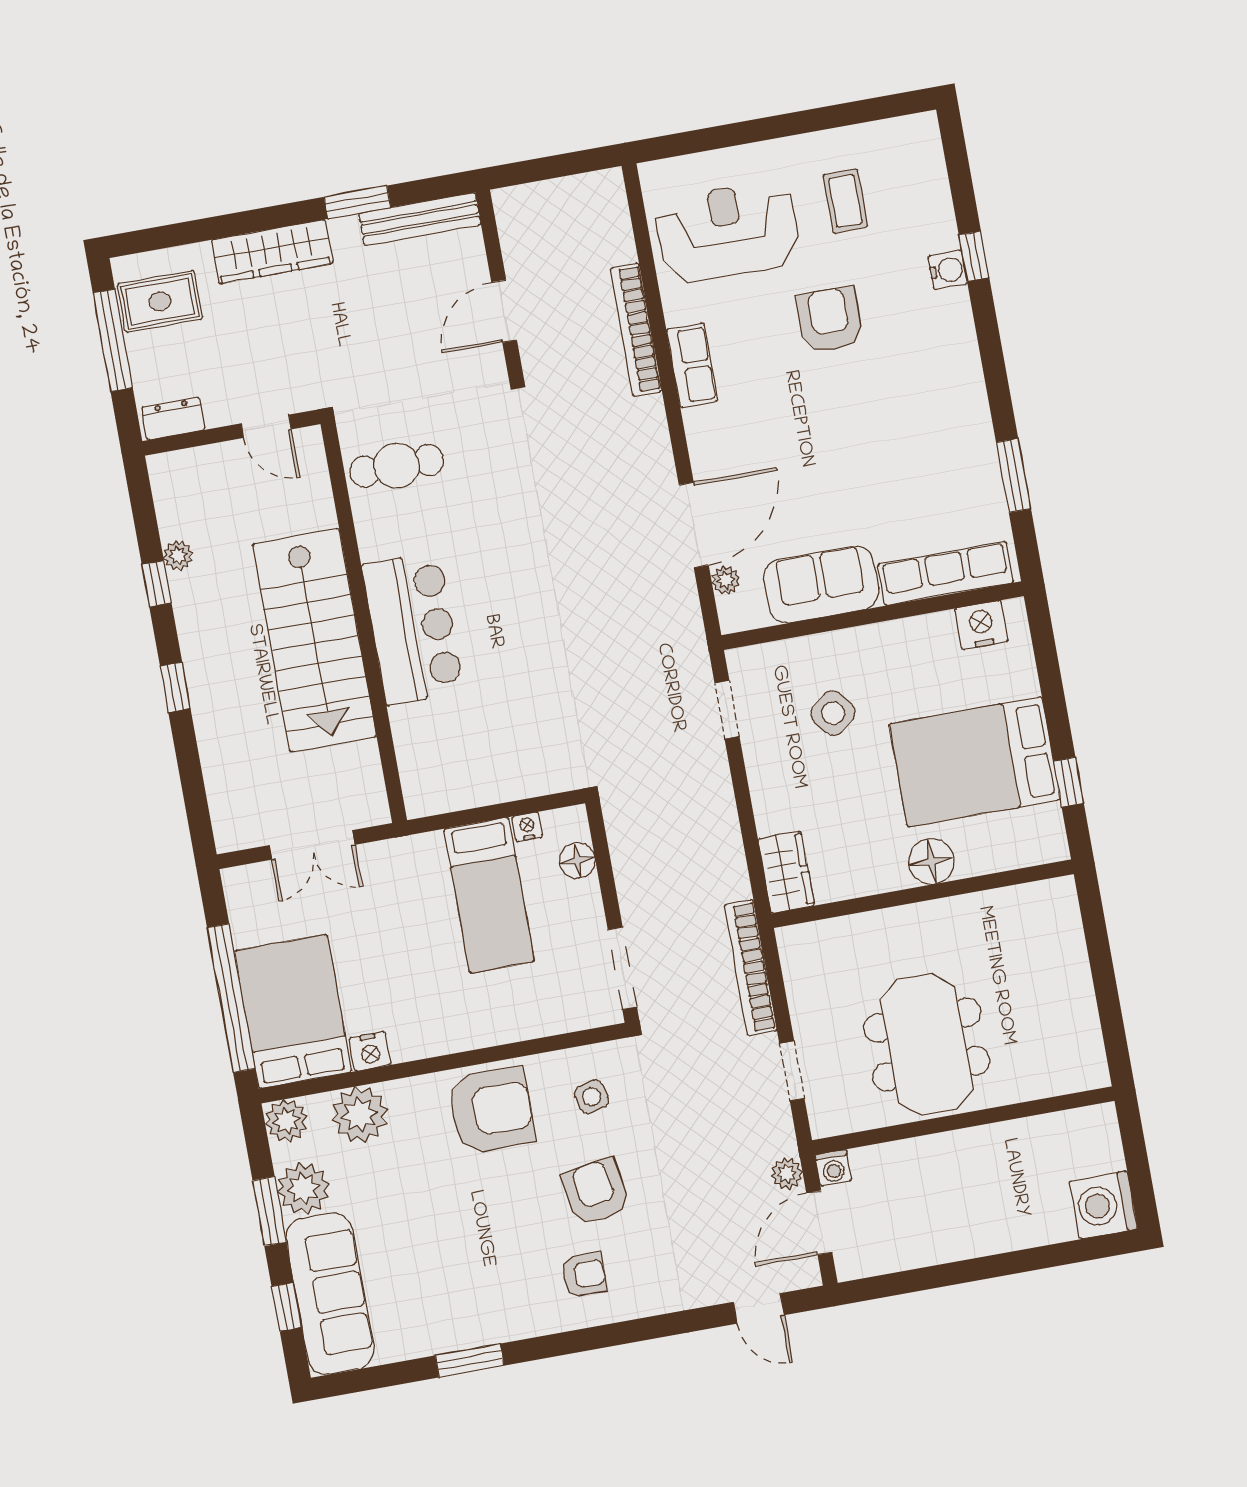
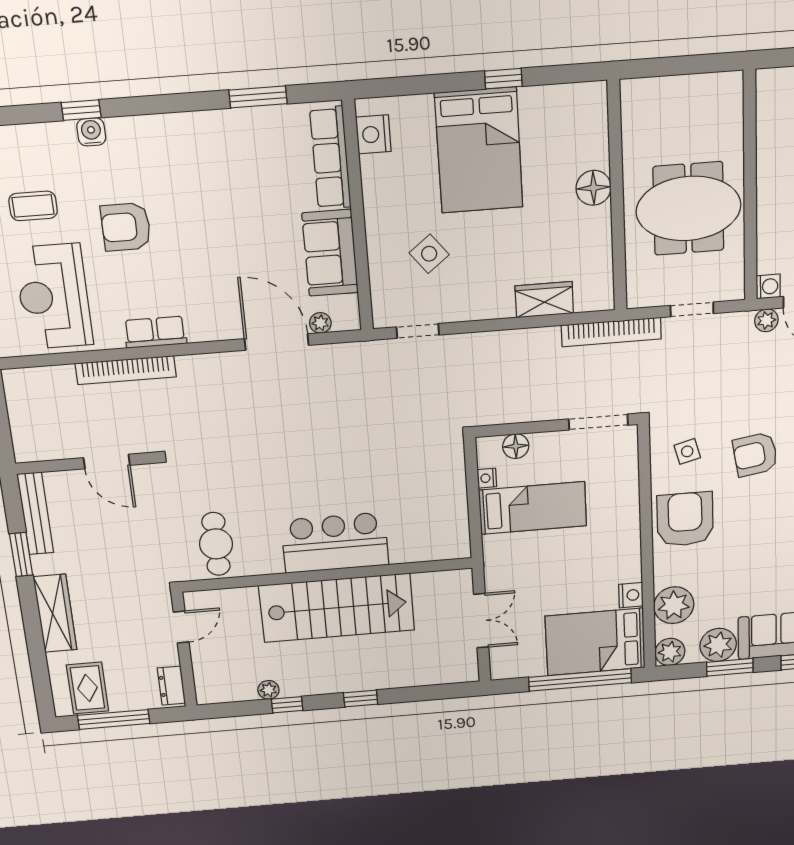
floor lamp: (931, 861) -> (594, 188), moved
wall: (923, 894) -> (617, 197), moved

